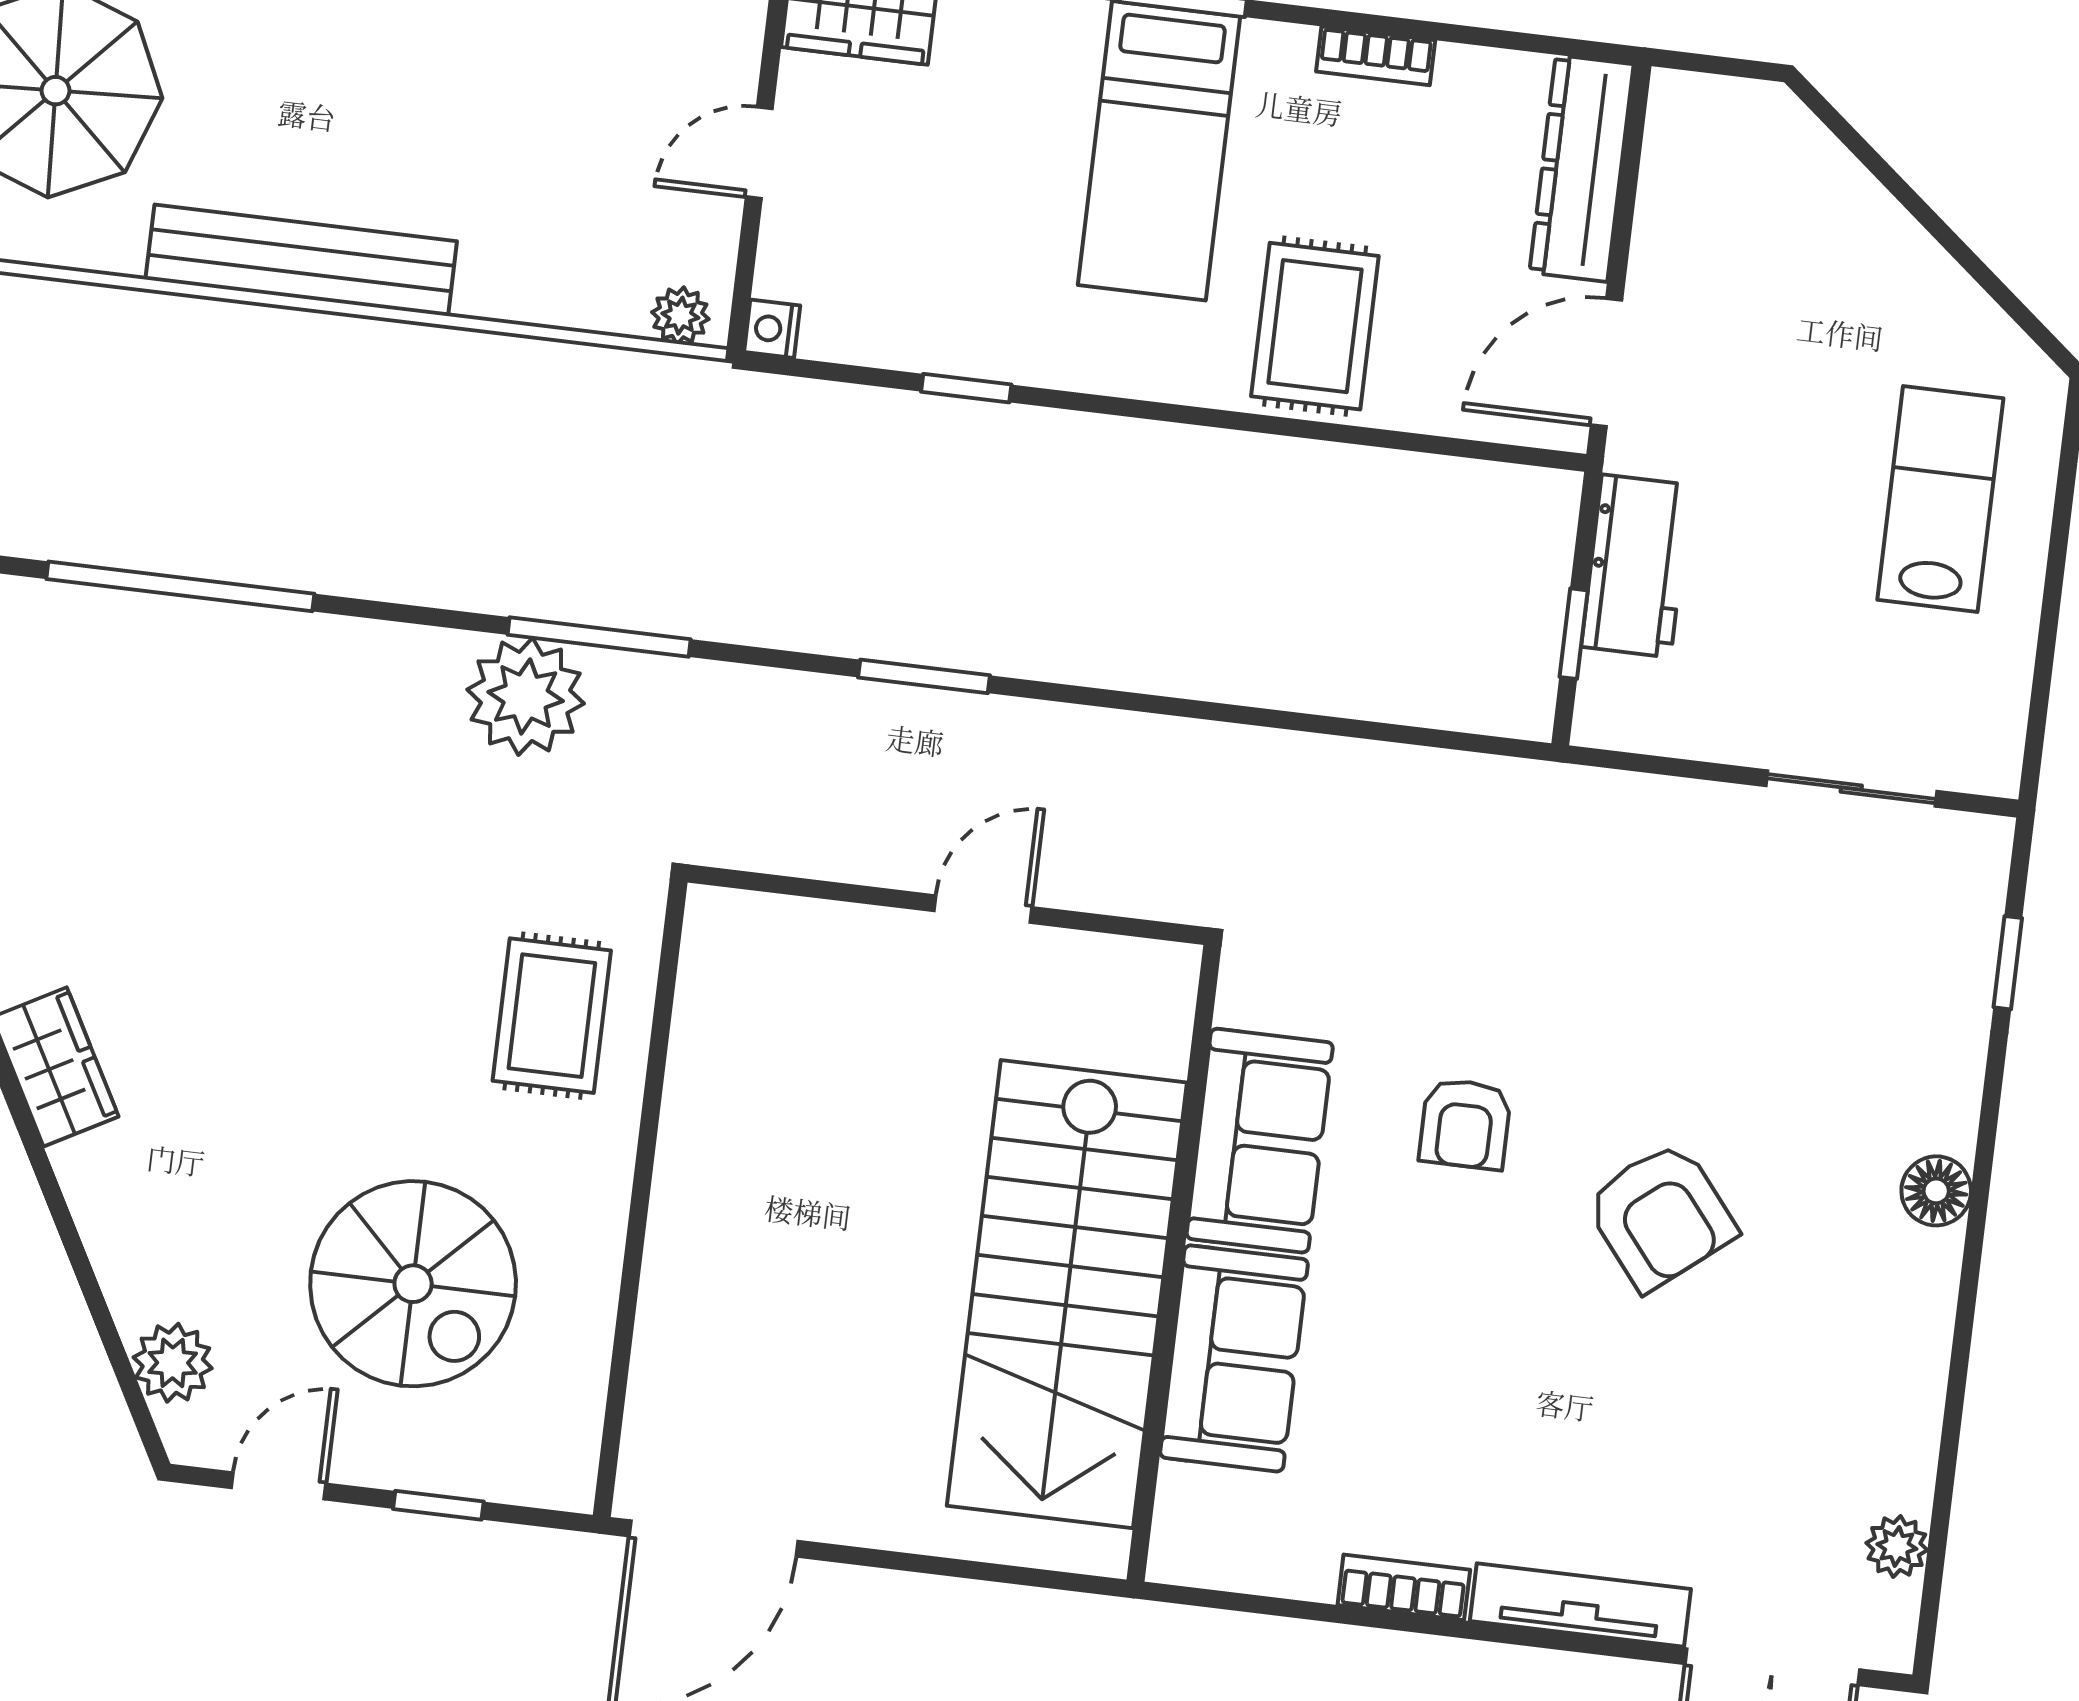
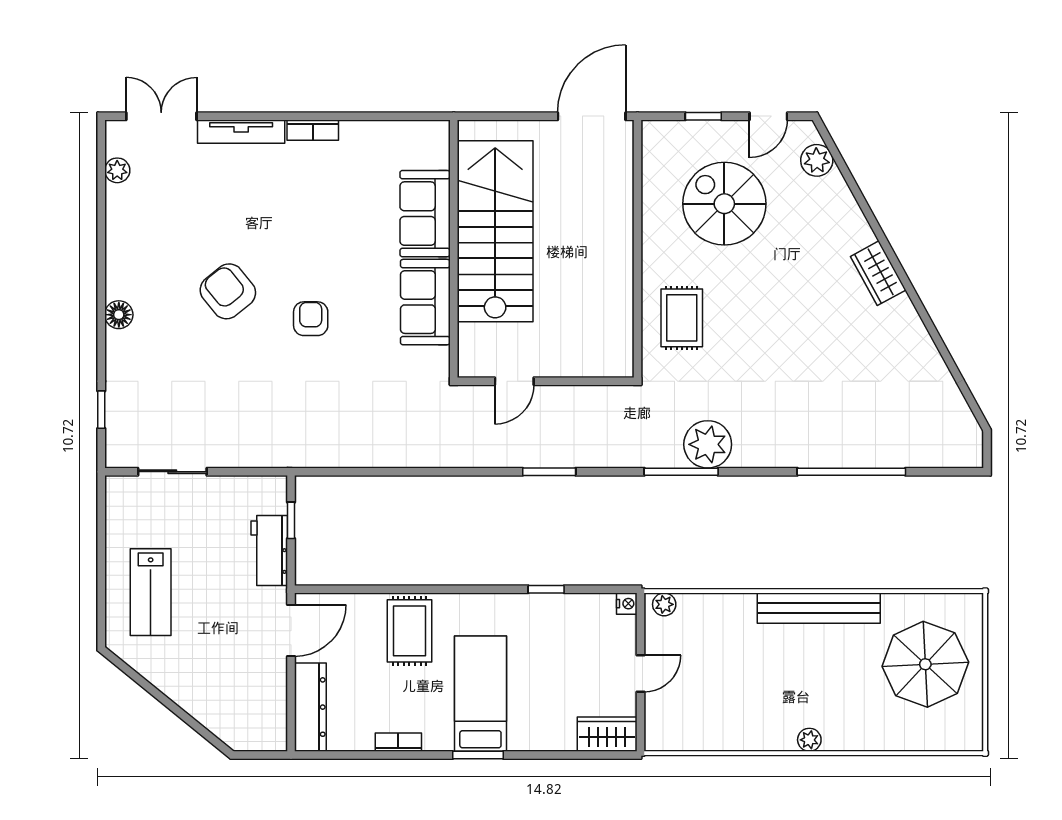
sofa: (1260, 1141) -> (425, 302), moved
wall: (1174, 1263) -> (454, 249), moved
stairs: (1067, 1294) -> (495, 231), moved
sofa: (1234, 1358) -> (425, 214), moved

